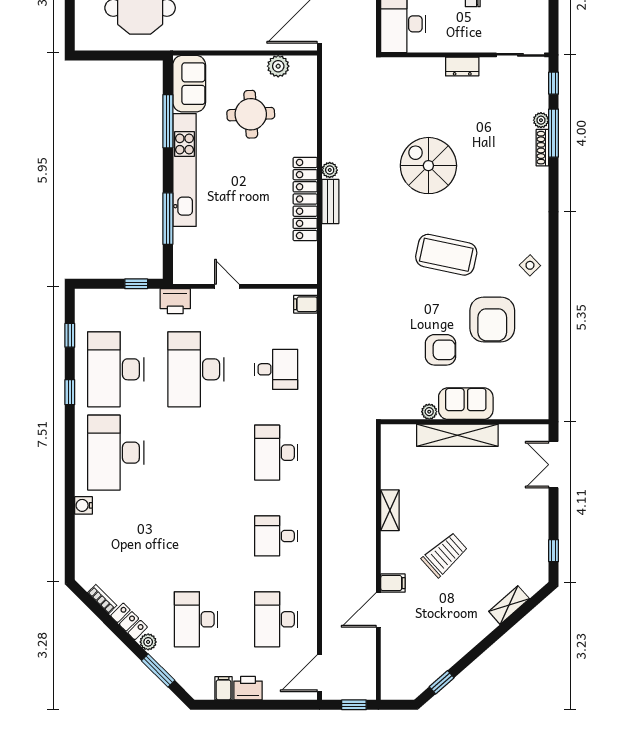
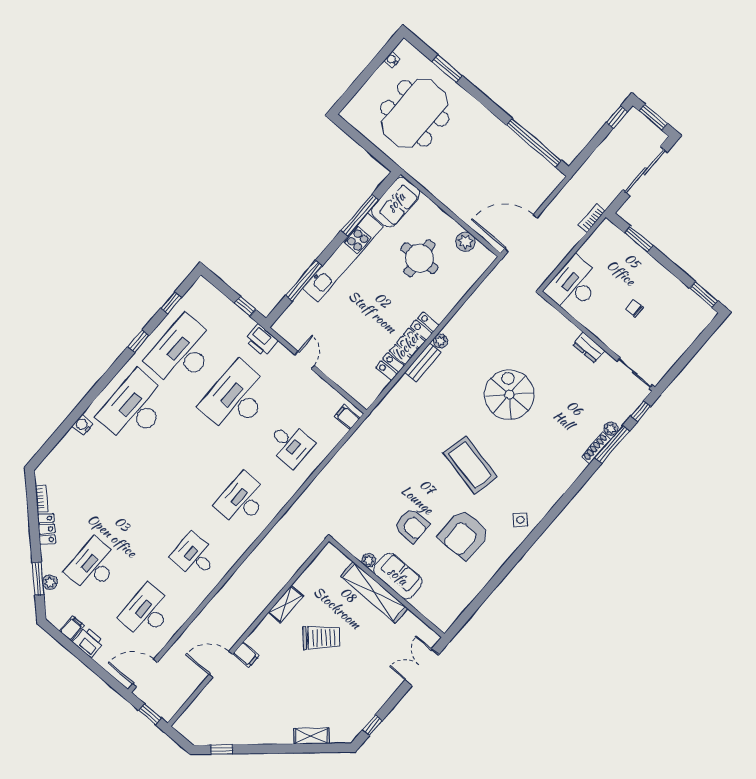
trolley: (445, 555) -> (321, 638), moved
plant: (148, 642) -> (50, 582), moved

